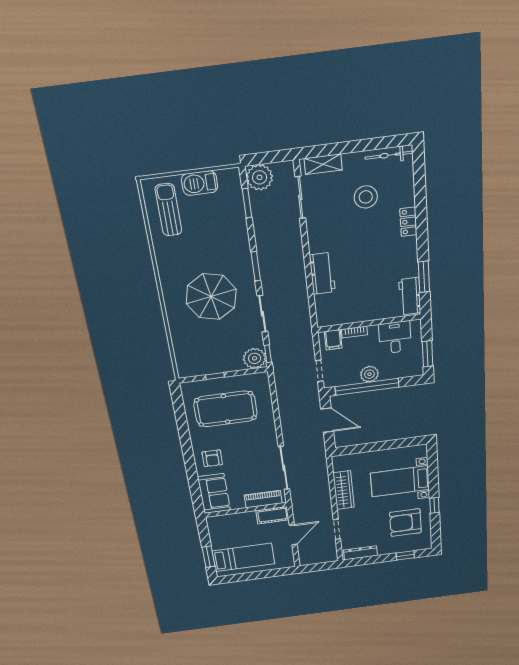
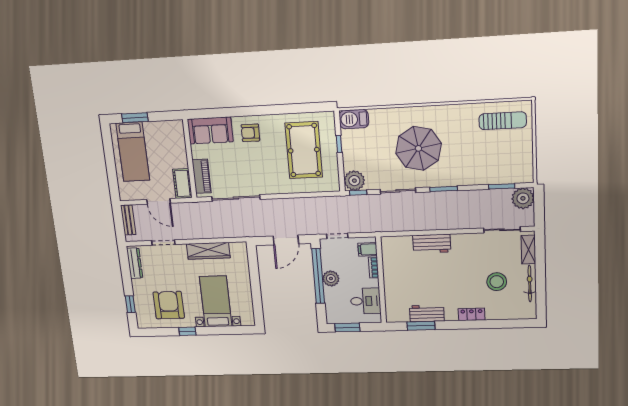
bicycle: (389, 155) -> (530, 284), moved
barbecue: (200, 183) -> (354, 119), moved, turned -90
workbench: (410, 296) -> (427, 313), moved
bench: (315, 559) -> (128, 220), added

